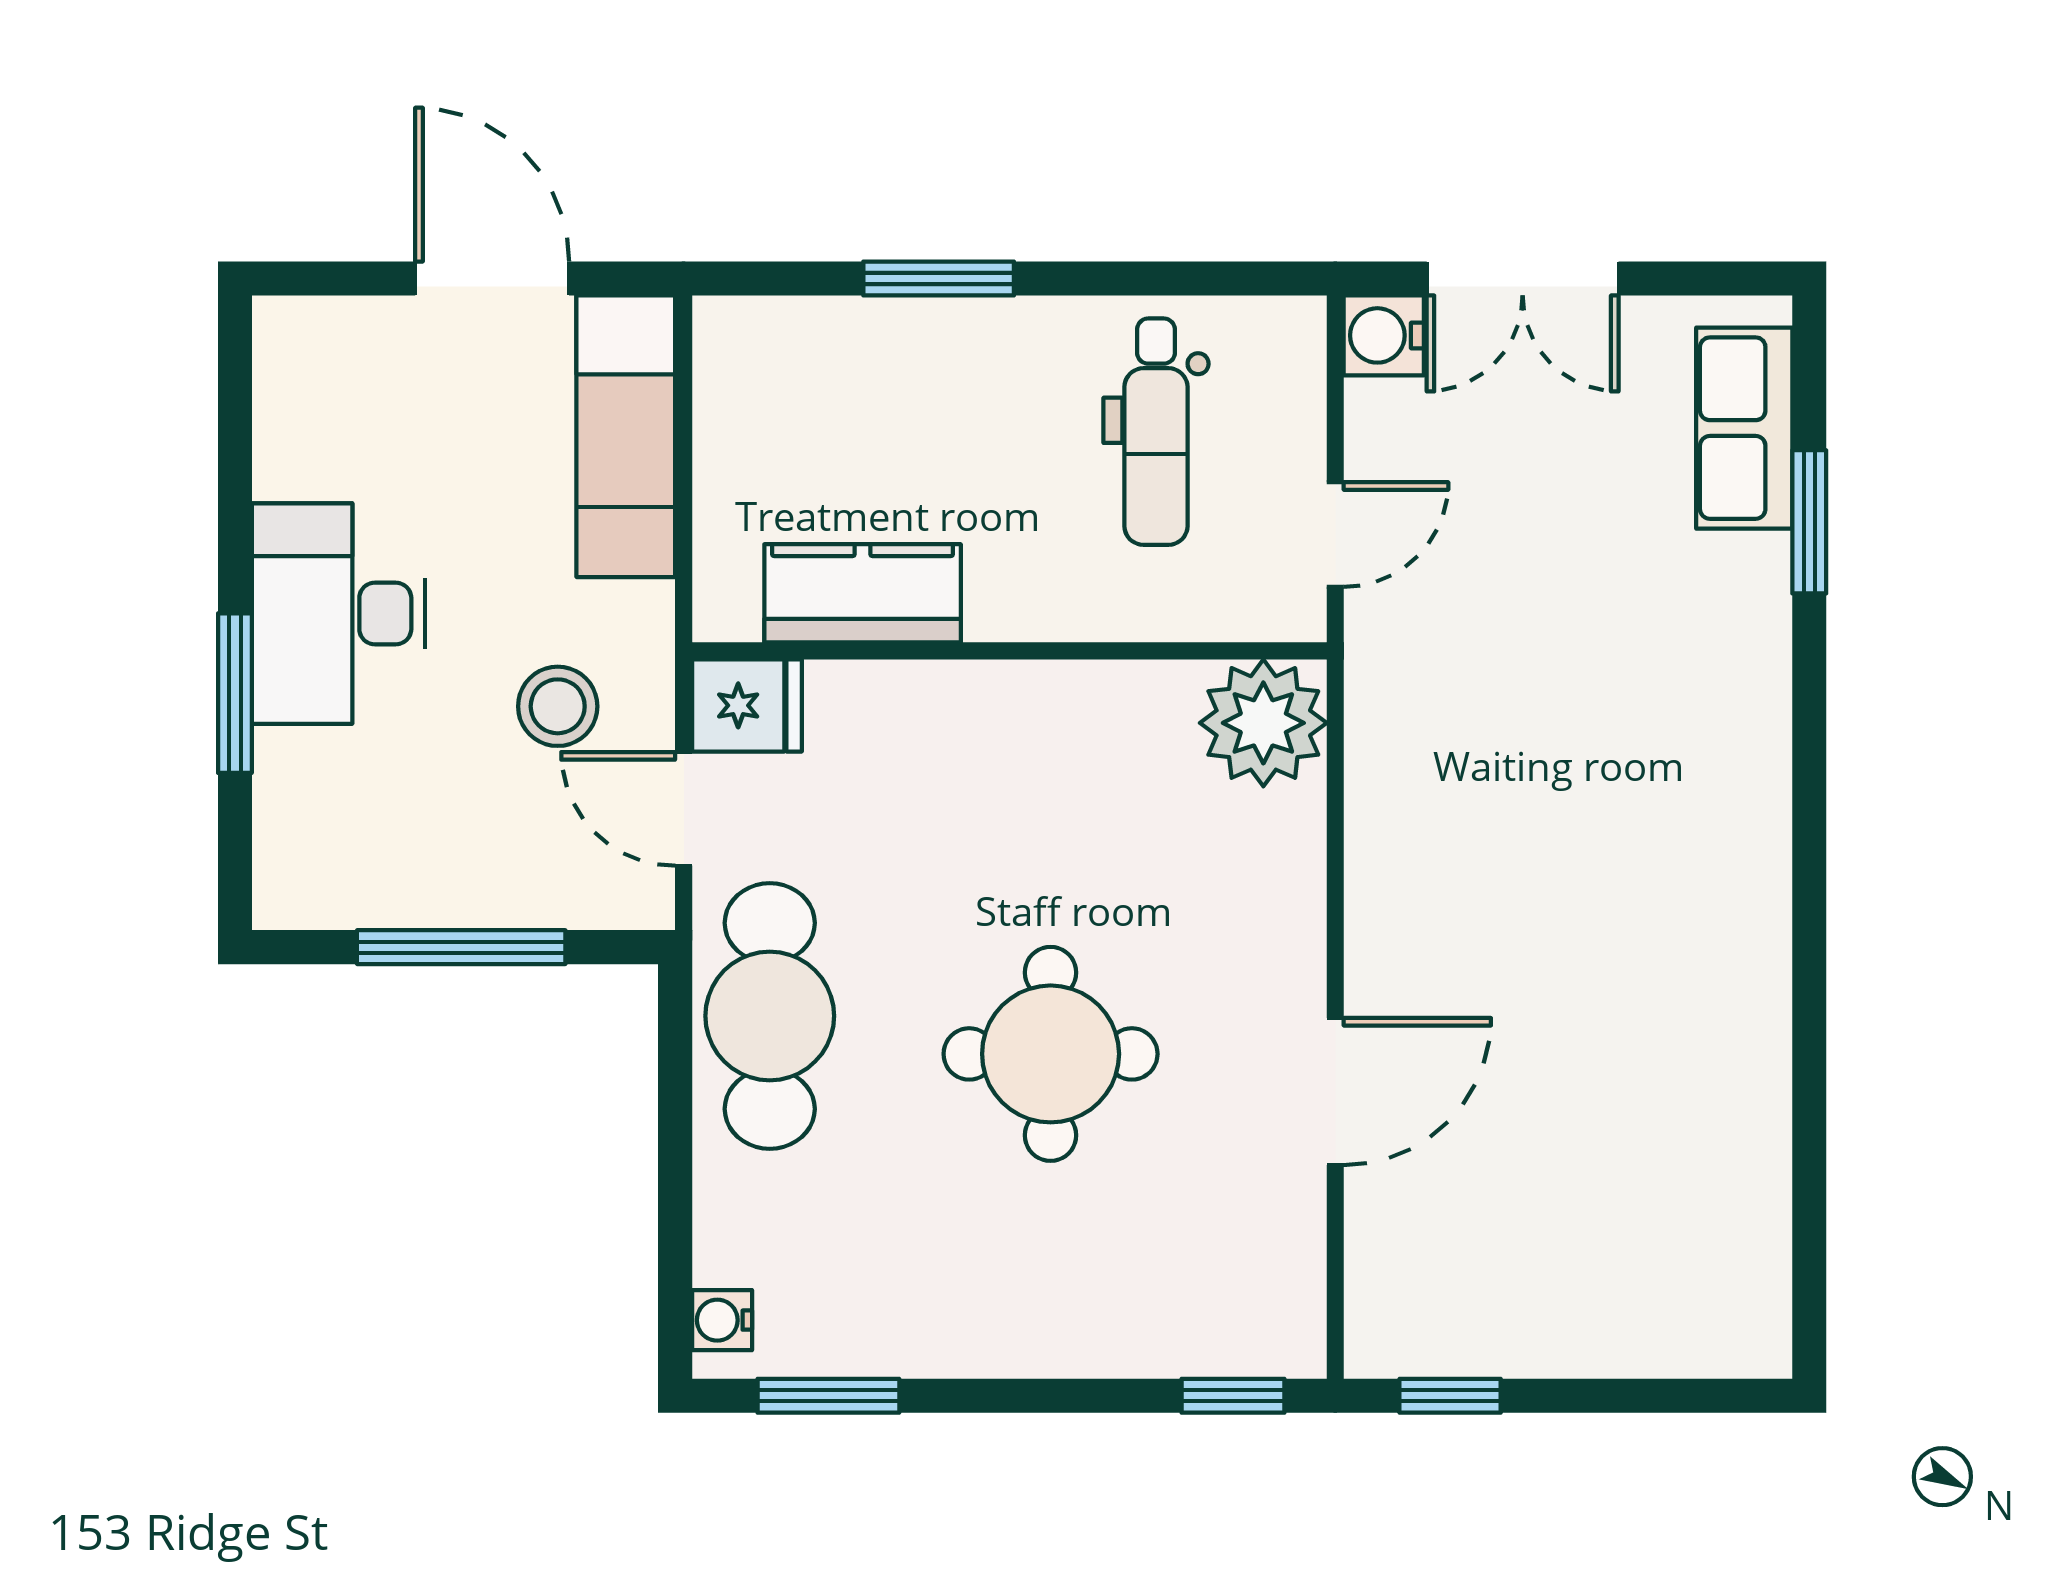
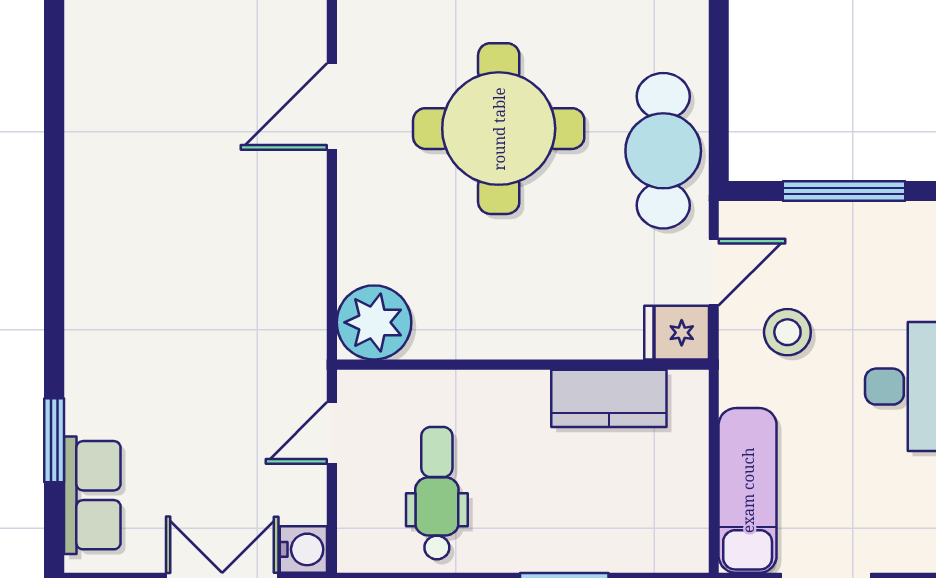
door: (684, 809) -> (714, 272), hinge flipped
round table: (1051, 1054) -> (499, 129), width x1.36, depth x1.36

